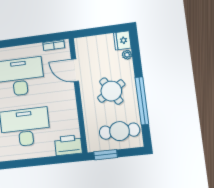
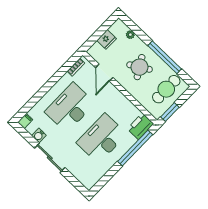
fridge: (122, 40) -> (107, 39), moved, turned -90
door: (75, 70) -> (104, 73), hinge flipped
window: (48, 161) -> (135, 148), added

